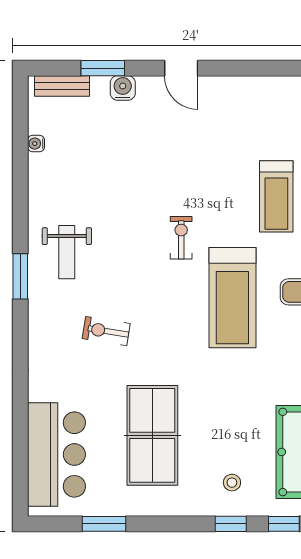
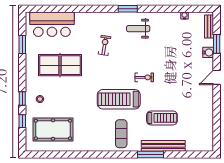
treadmill: (276, 196) -> (162, 118), turned 180

